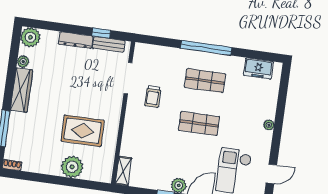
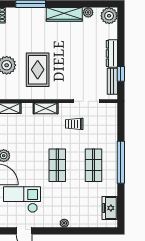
shelving: (130, 128) -> (46, 108), added

